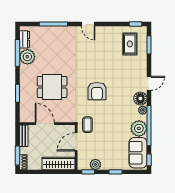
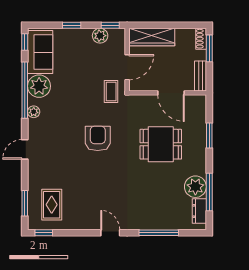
floor lamp: (140, 99) -> (37, 128), removed

